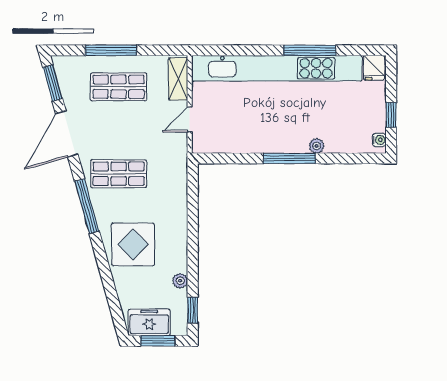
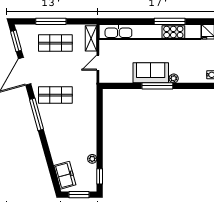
sofa: (278, 136) -> (151, 73), added
display table: (133, 244) -> (64, 137), removed
freezer: (149, 322) -> (65, 175), moved, turned 74

